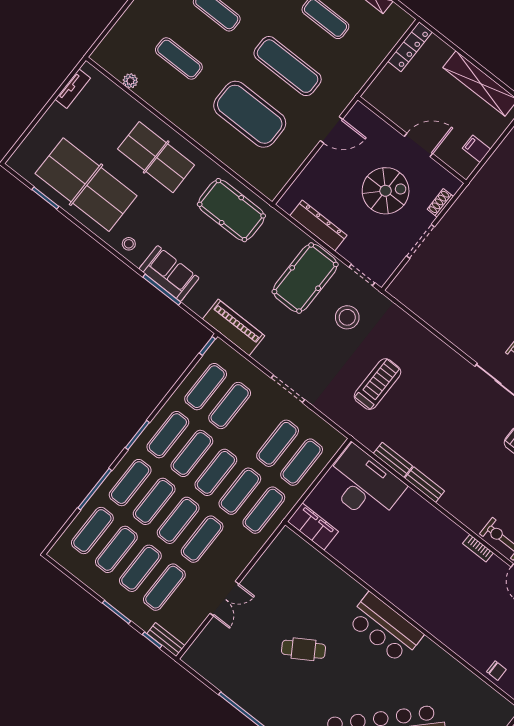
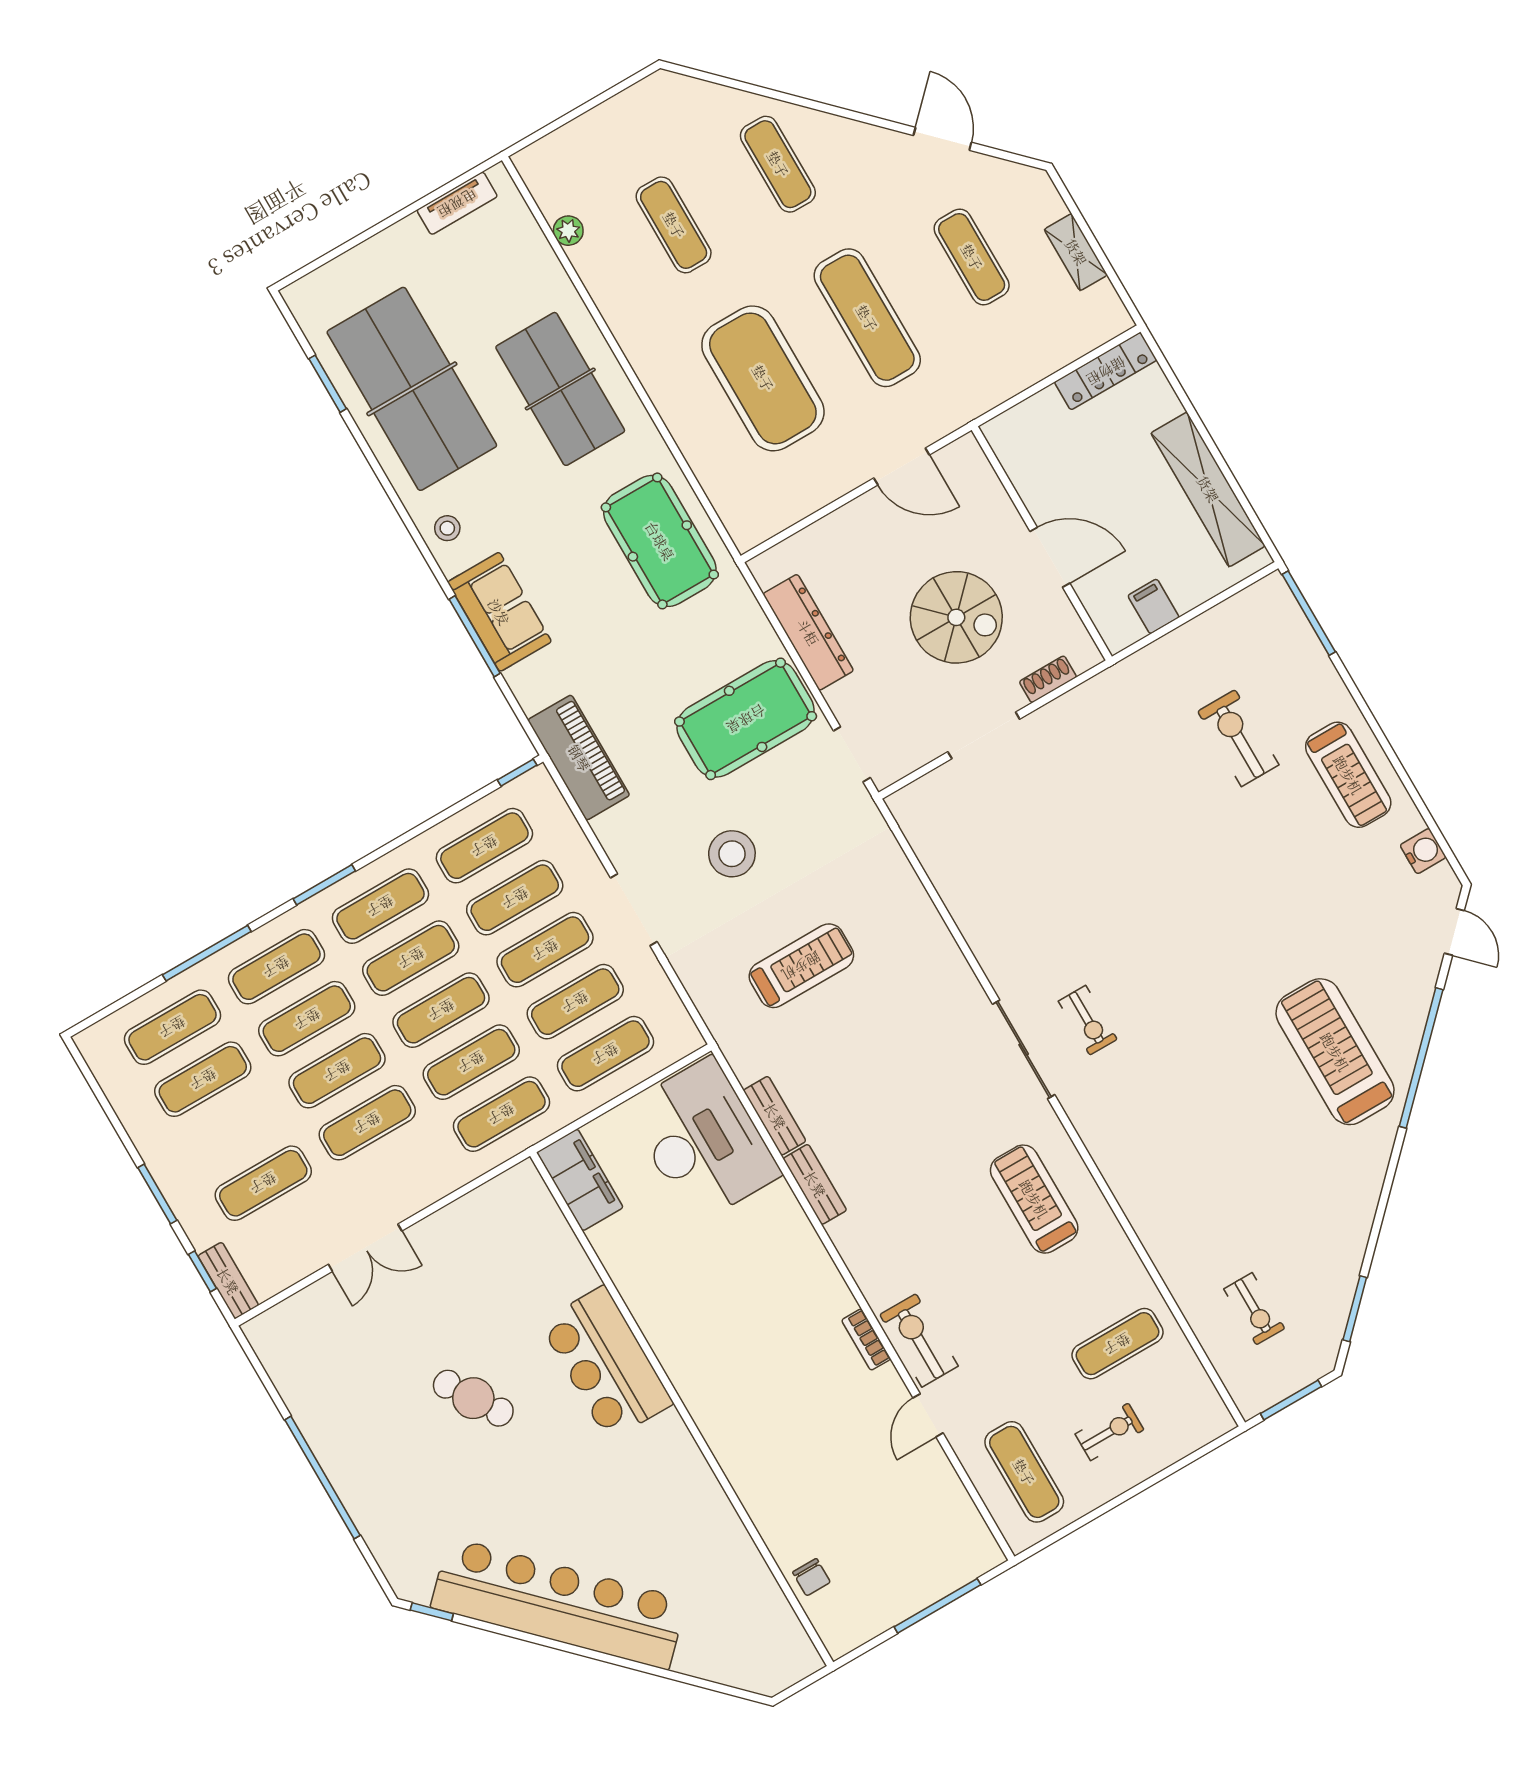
stool: (347, 317) -> (732, 854), moved
exercise mat: (140, 568) -> (545, 950), moved
bar counter: (385, 628) -> (606, 1363), moved

